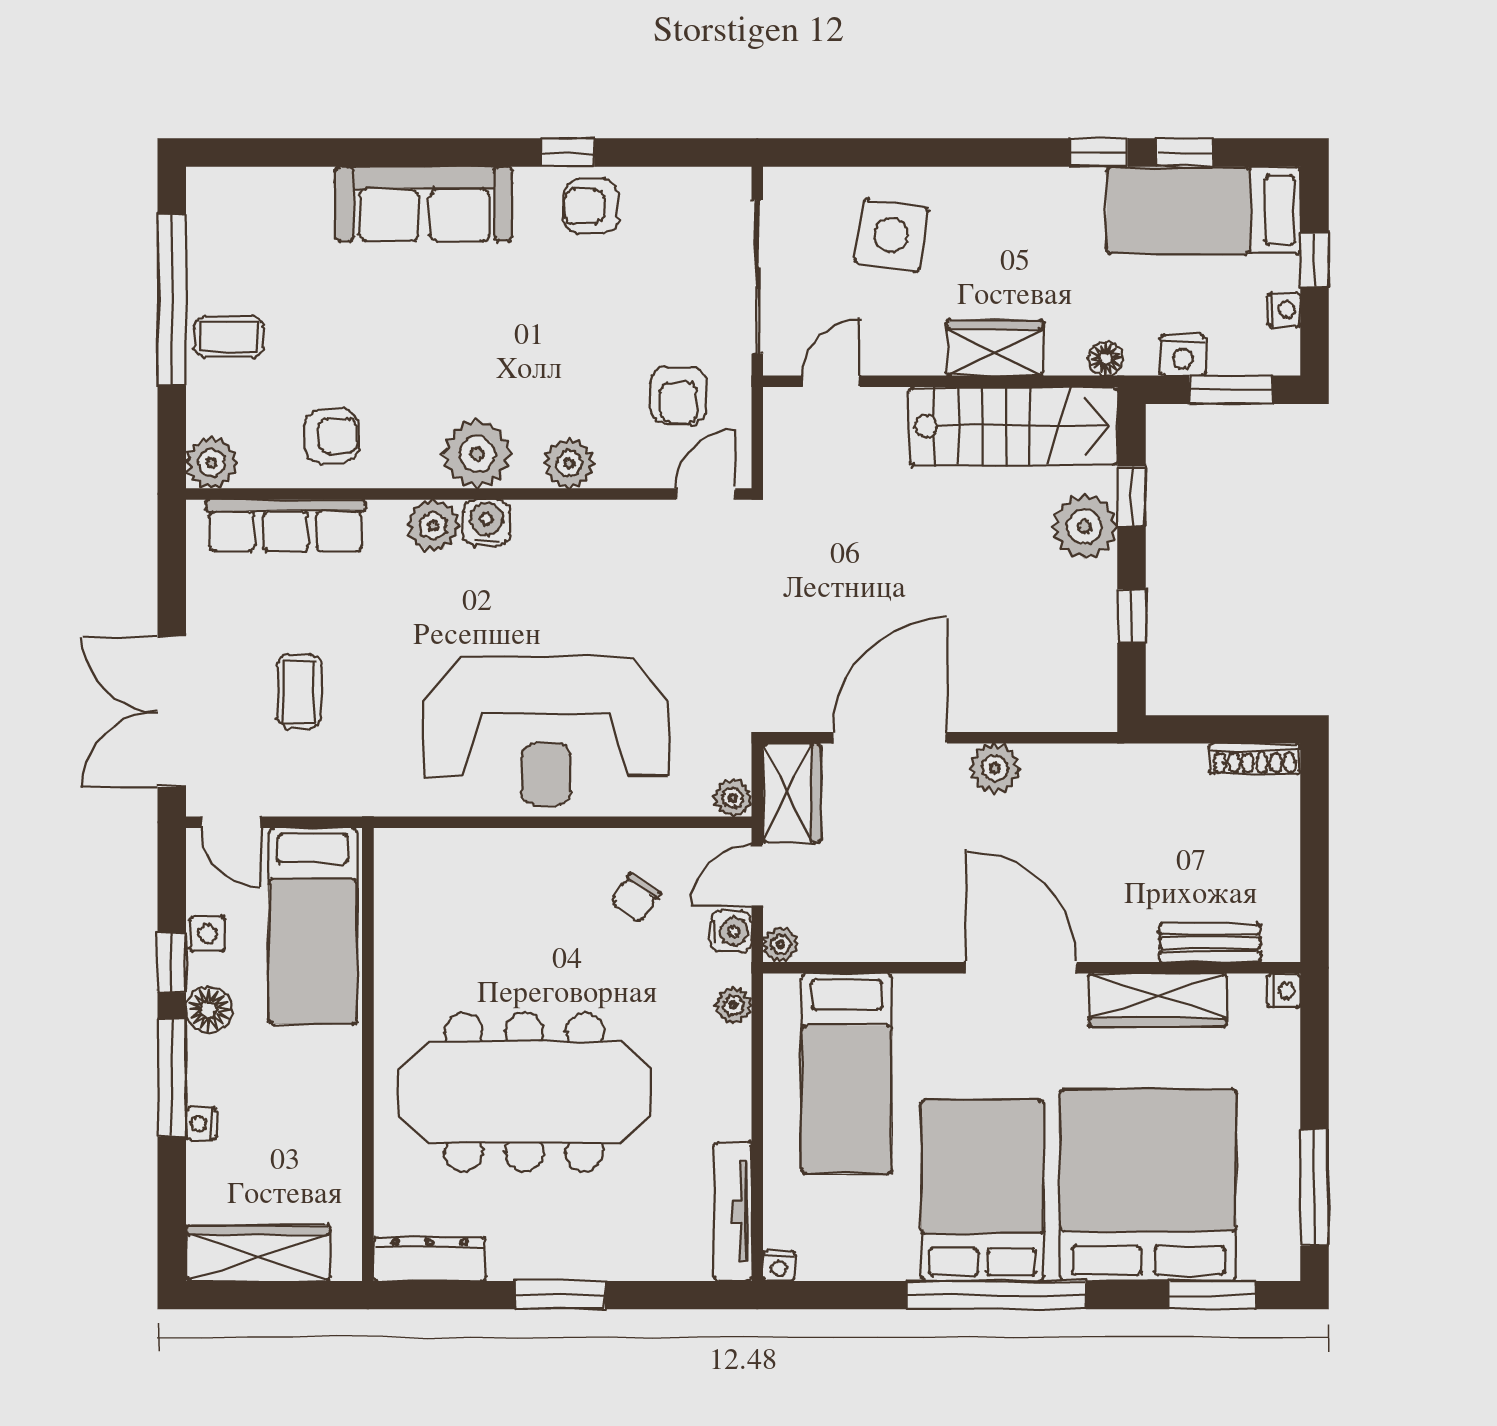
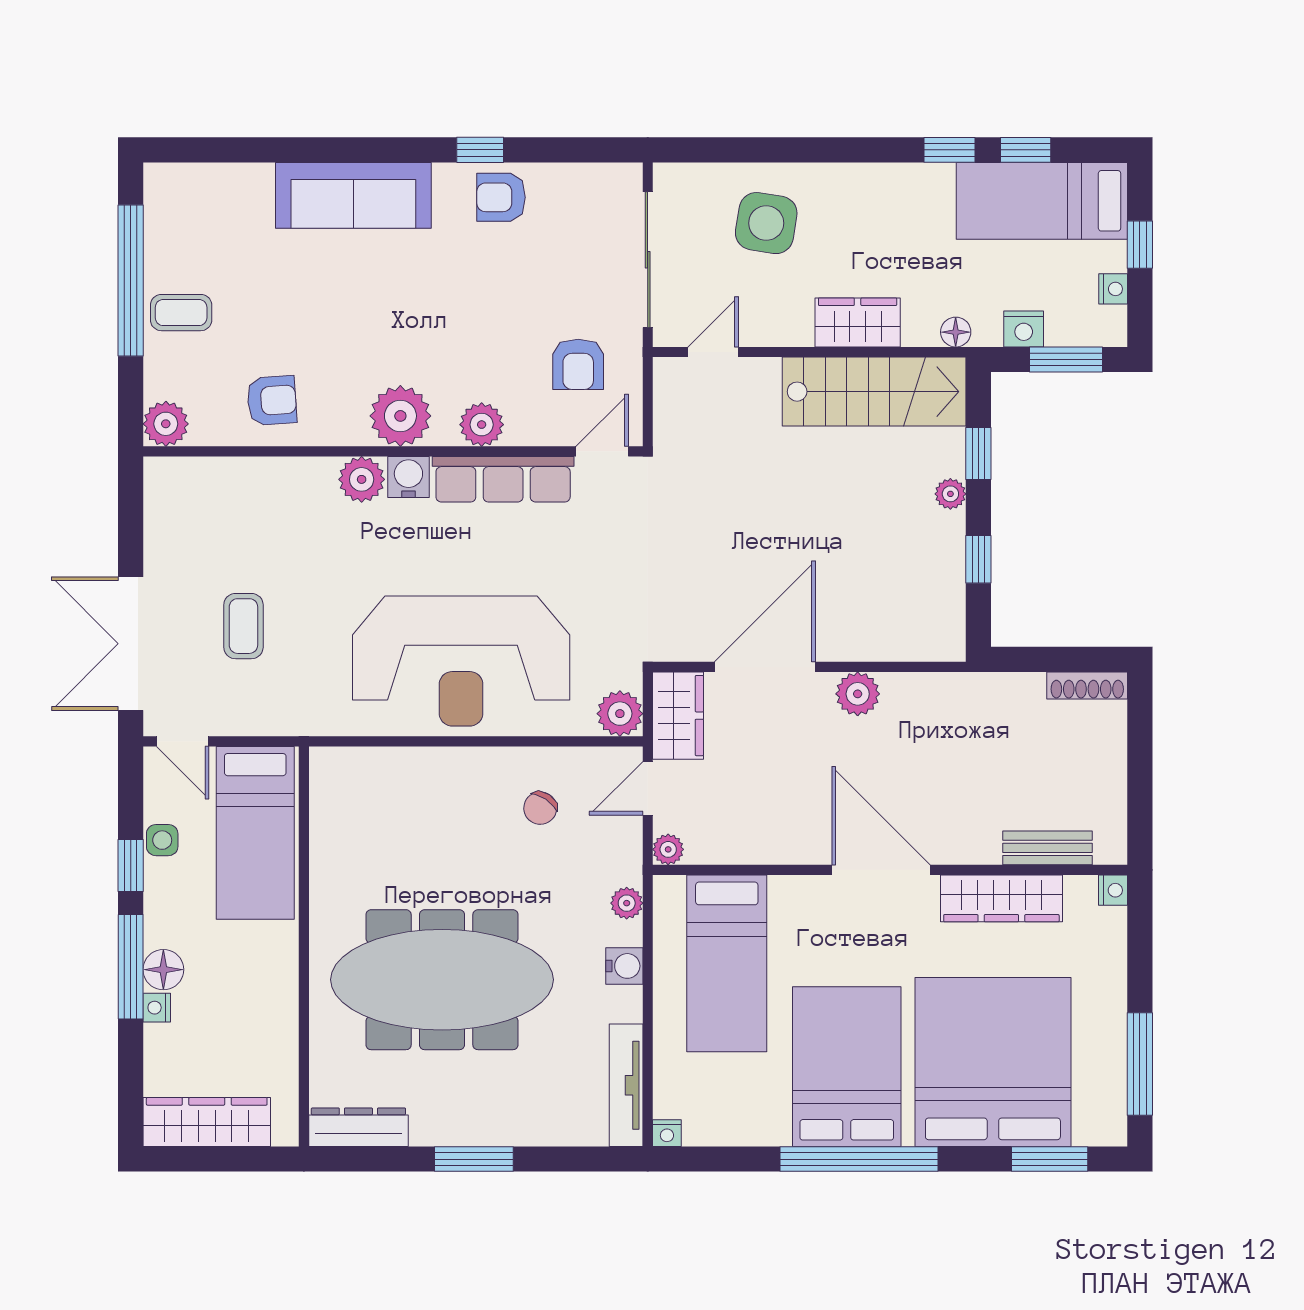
row of seats: (285, 525) -> (503, 479), moved
plant: (1085, 527) -> (950, 494), width x0.53, depth x0.53
plant: (733, 798) -> (620, 714), width x1.38, depth x1.38
water cooler: (731, 932) -> (624, 966), moved
floor lamp: (209, 1010) -> (163, 970), moved

